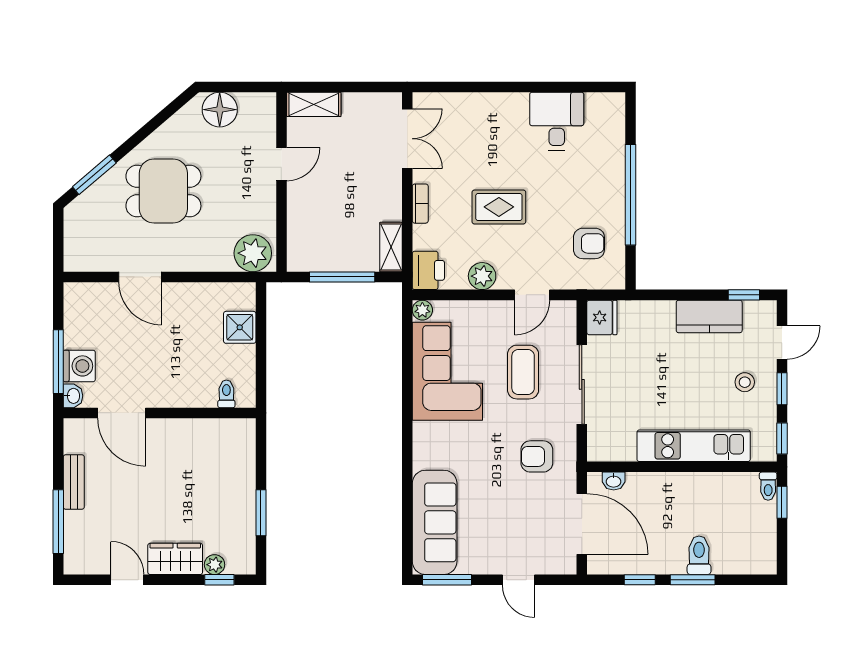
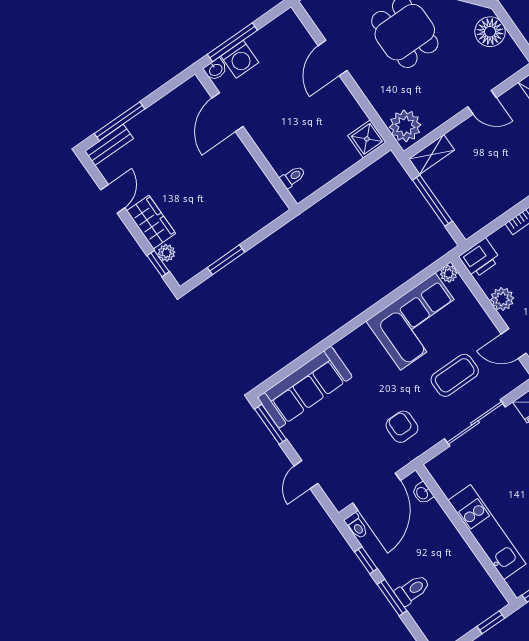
shelving: (391, 247) -> (432, 155), moved
shower: (240, 327) -> (367, 139), moved
bench: (74, 482) -> (109, 145), moved
toilet: (768, 486) -> (356, 526), moved, turned -90

